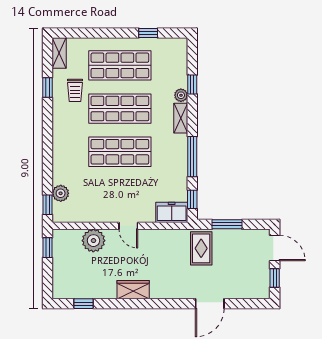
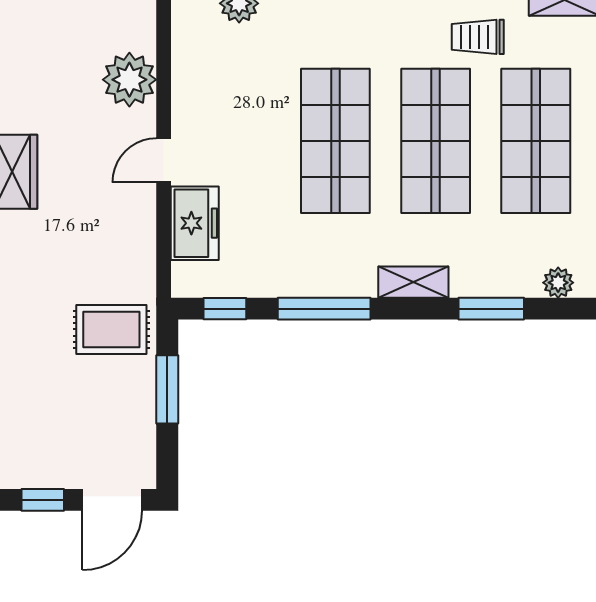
window: (192, 85) -> (491, 309), width x1.50
plant: (181, 95) -> (558, 283), moved
freezer: (172, 212) -> (195, 223), moved

